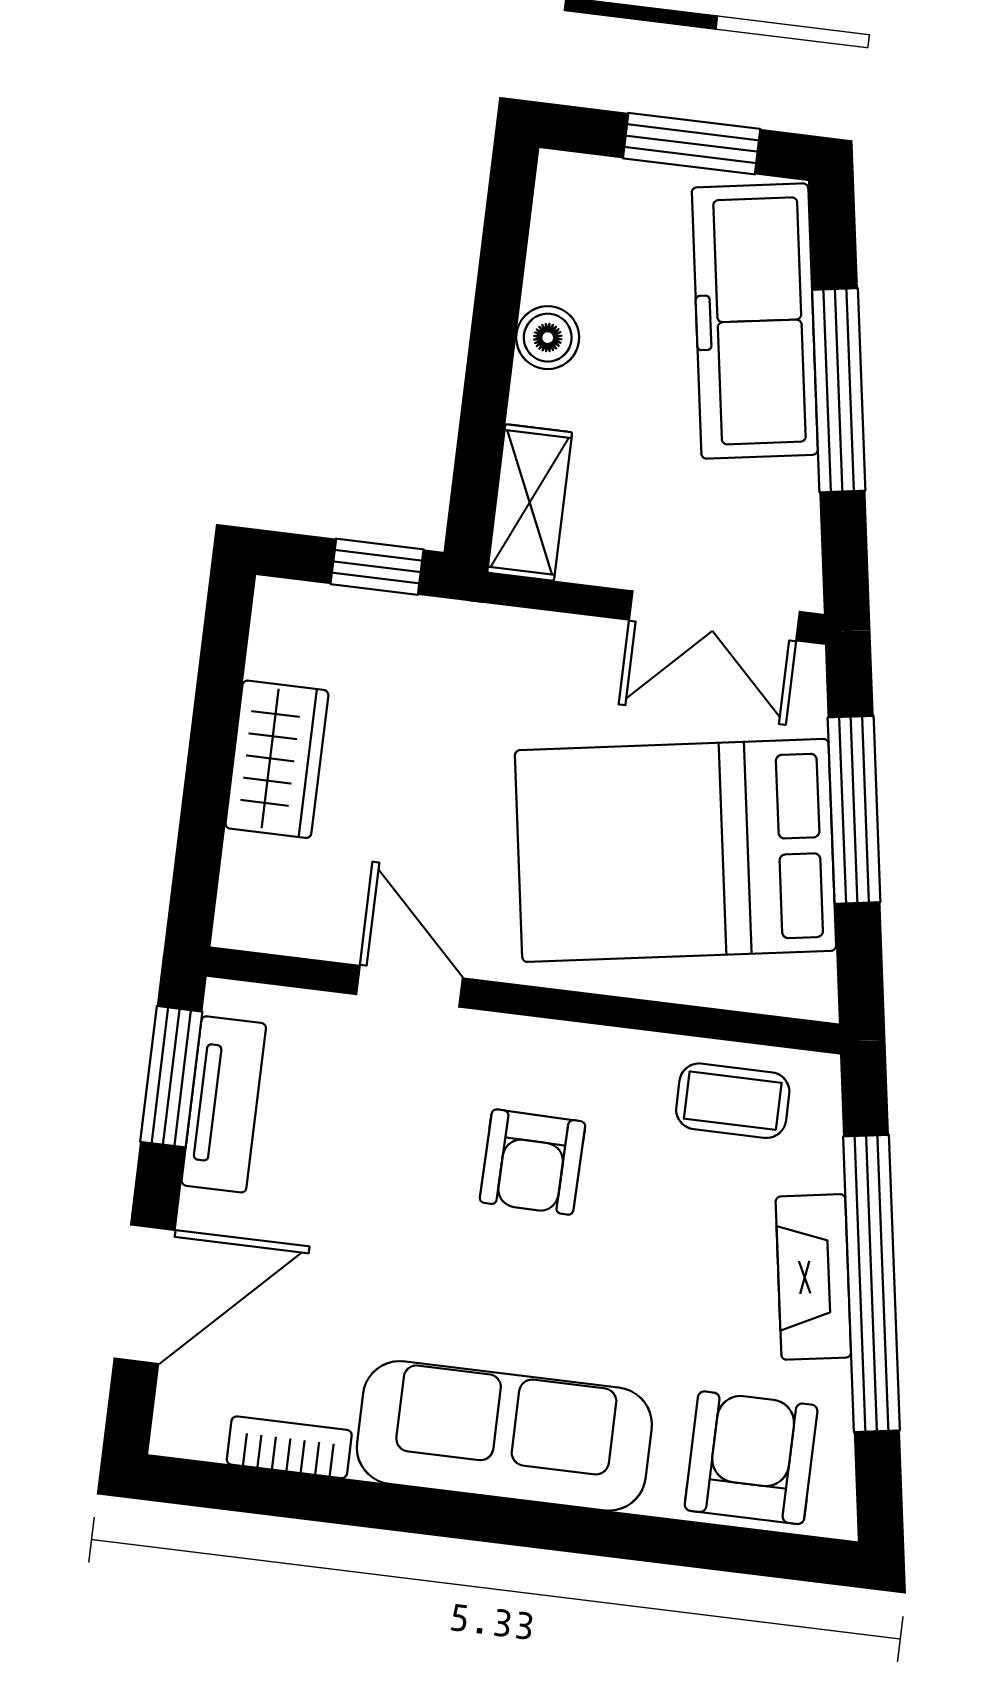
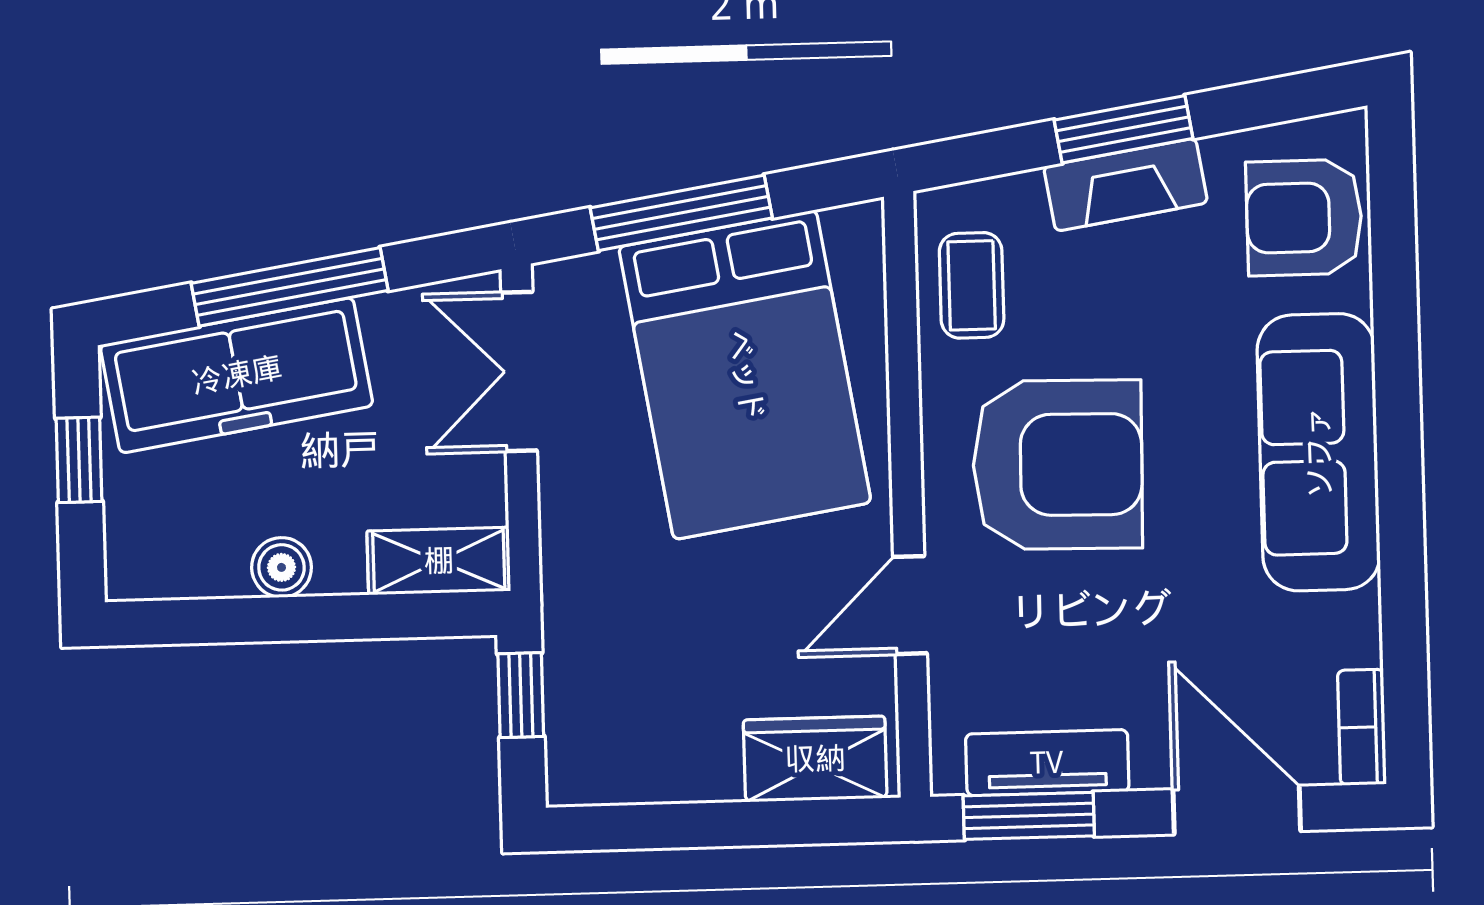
window: (692, 144) -> (79, 460), width x0.67
double door: (714, 616) -> (519, 372), swing flipped
wardrobe: (277, 759) -> (815, 759), moved
armchair: (532, 1162) -> (1058, 465), width x1.88, depth x1.88
window: (871, 1283) -> (1123, 129), width x0.47
bookcase: (289, 1447) -> (1362, 727), moved

